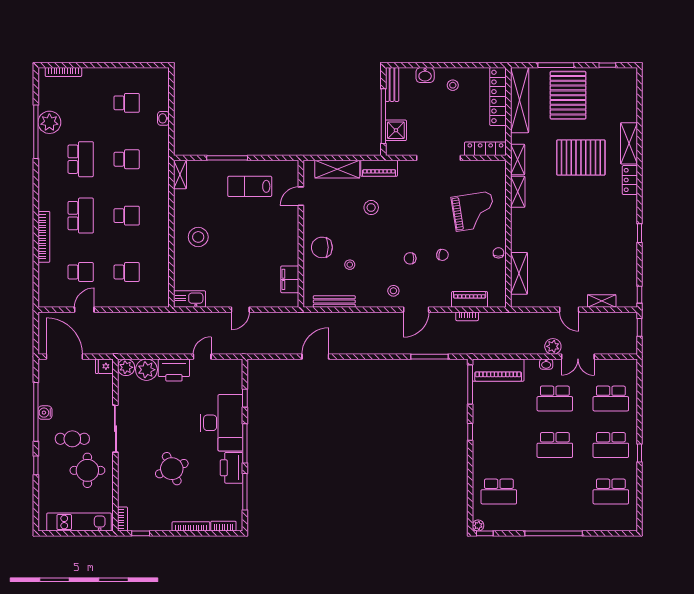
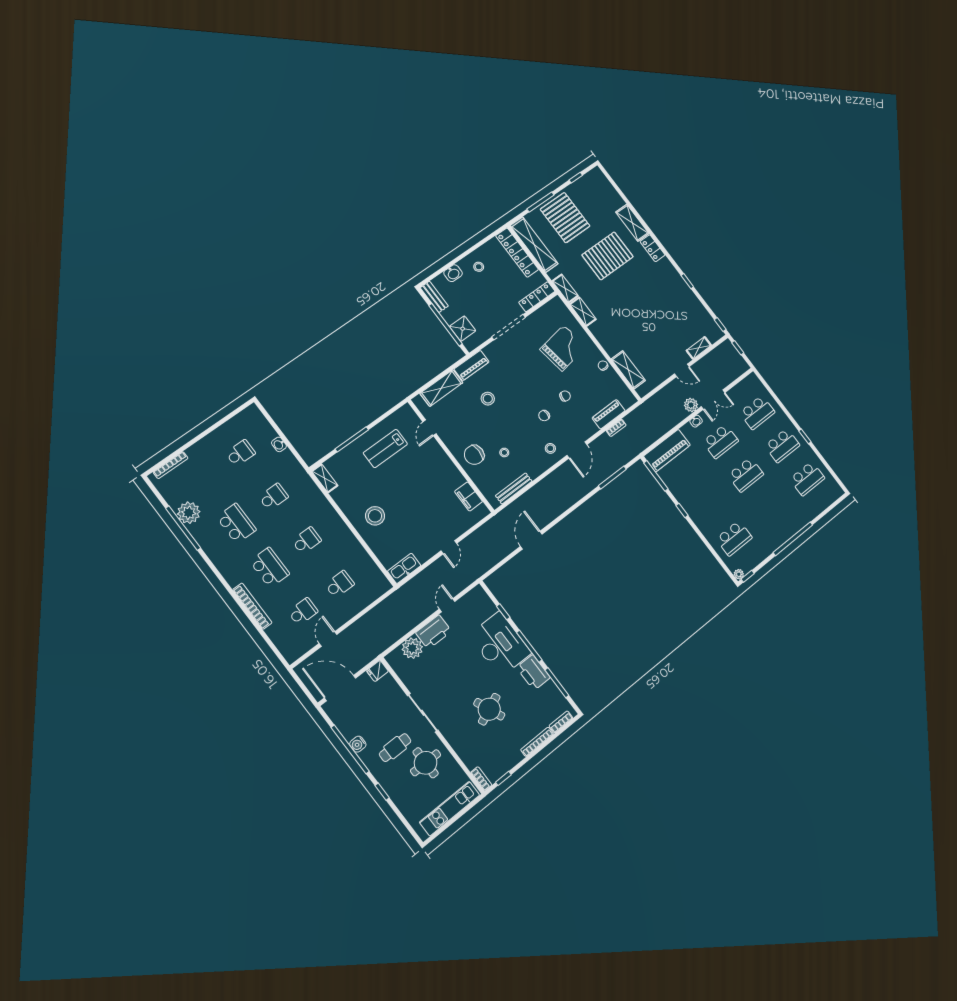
plant: (126, 367) -> (395, 659), removed

